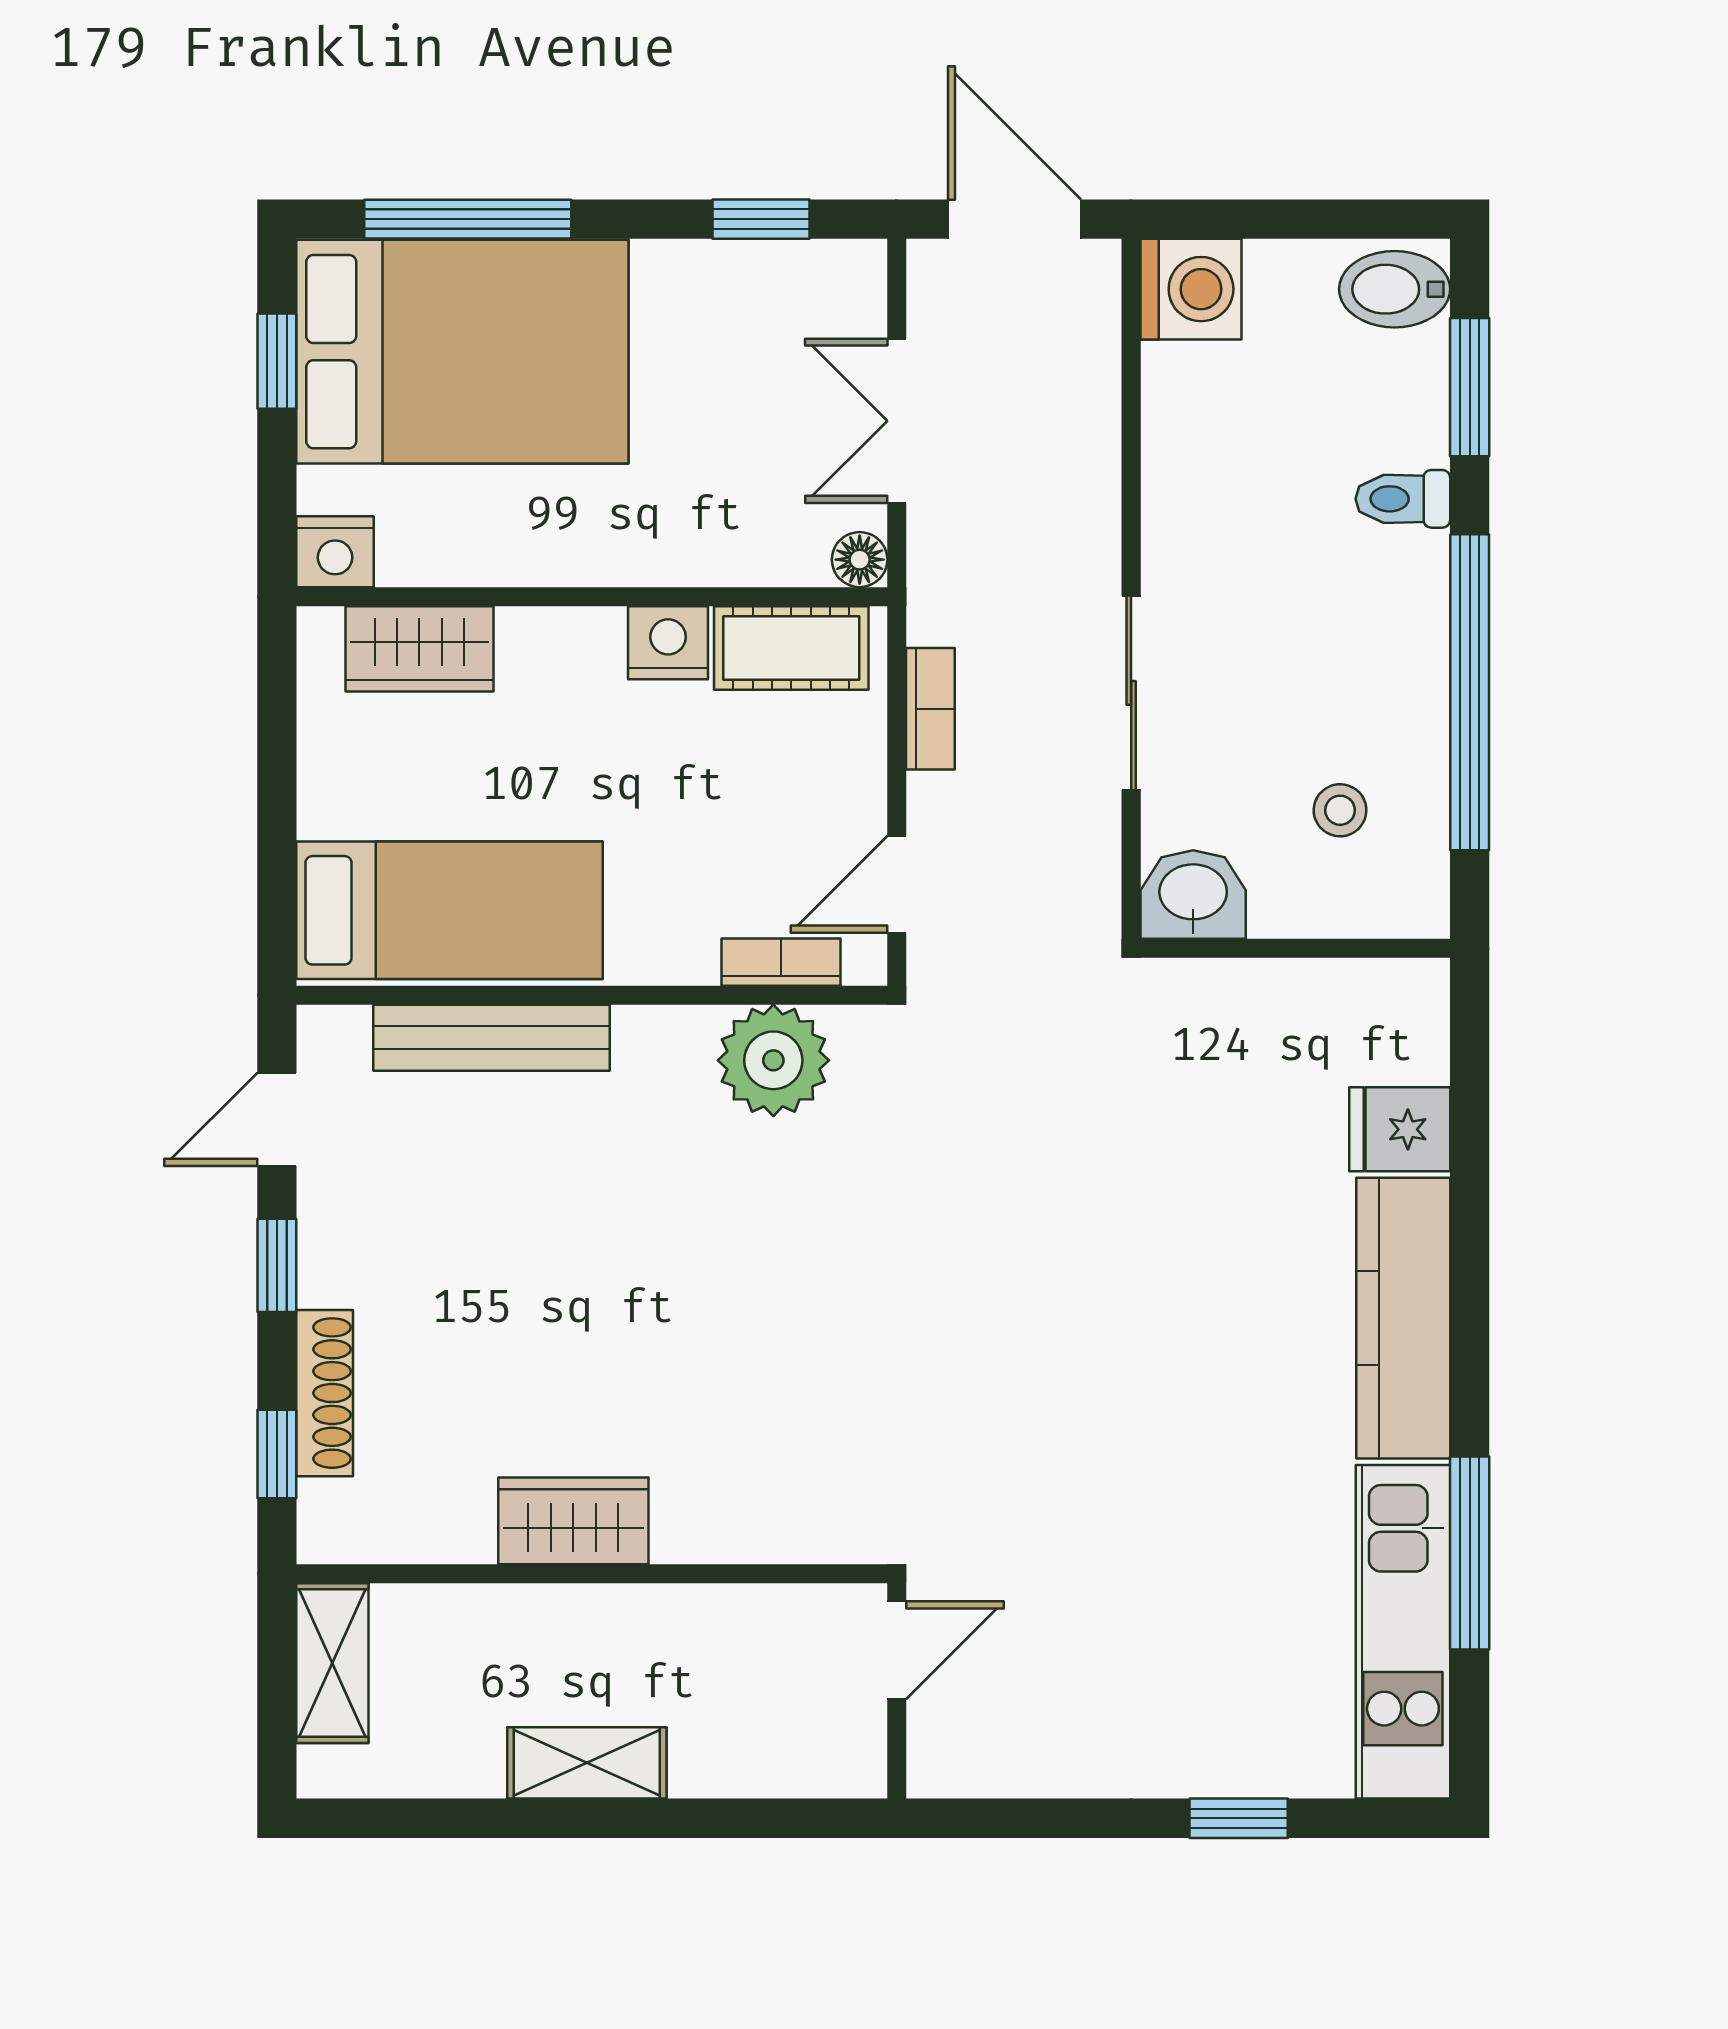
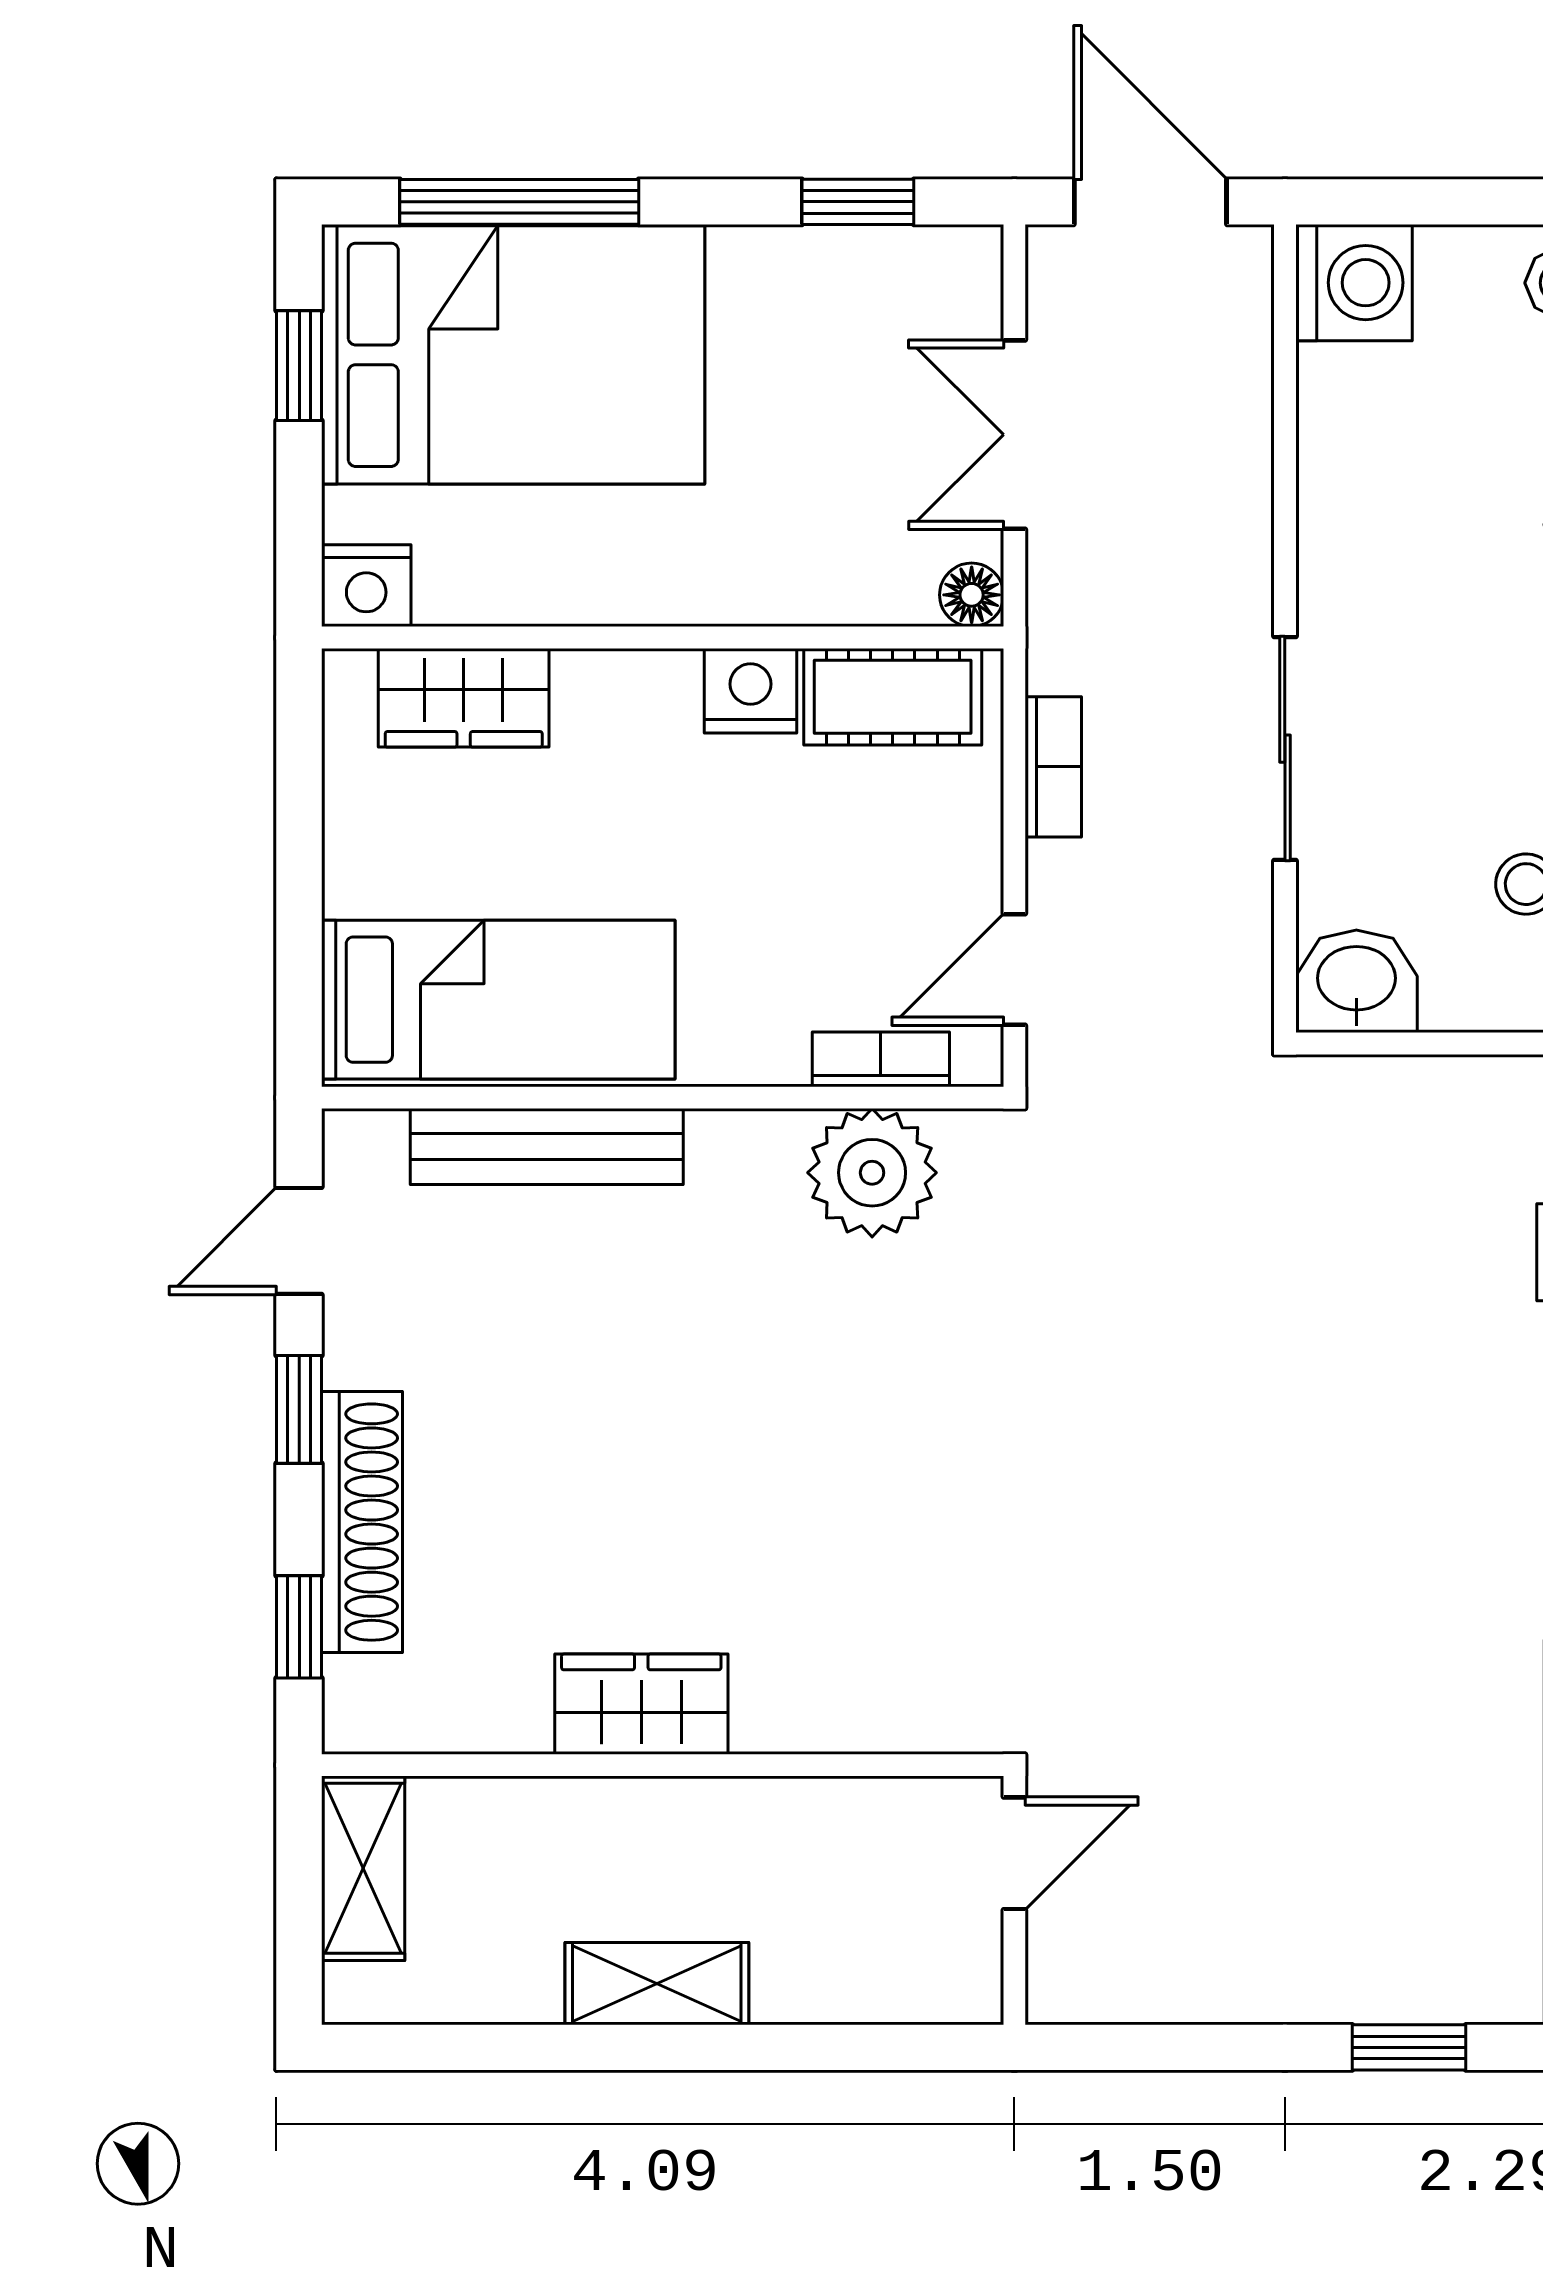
shoe rack: (325, 1393) -> (362, 1522), width x1.36, depth x1.24

